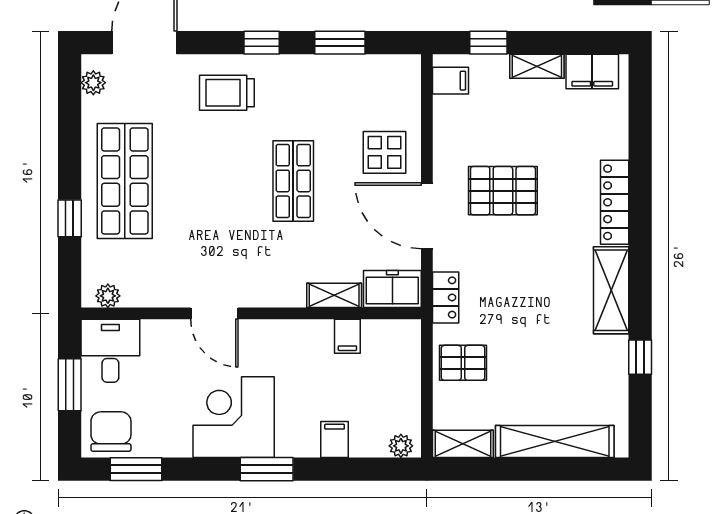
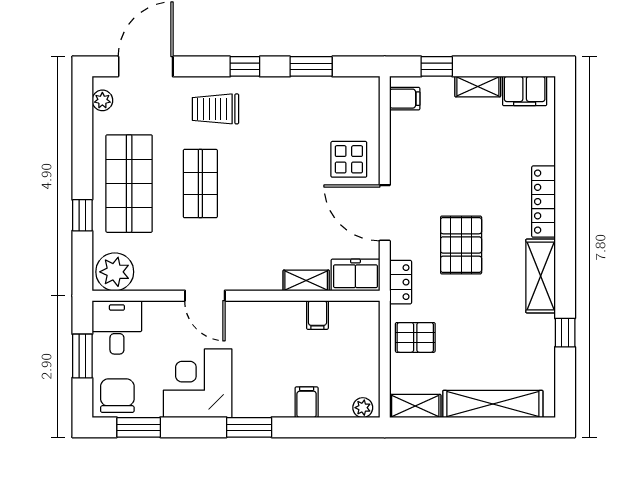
shop shelf: (293, 181) -> (200, 184), moved
pallet: (503, 191) -> (461, 245), moved, turned 90
plant: (108, 296) -> (115, 272), width x1.87, depth x1.87
corner desk: (234, 417) -> (198, 383), moved

